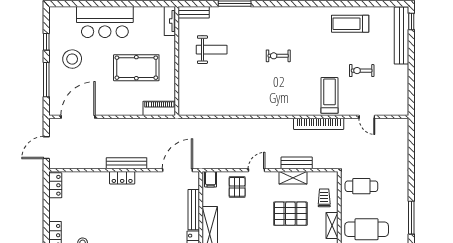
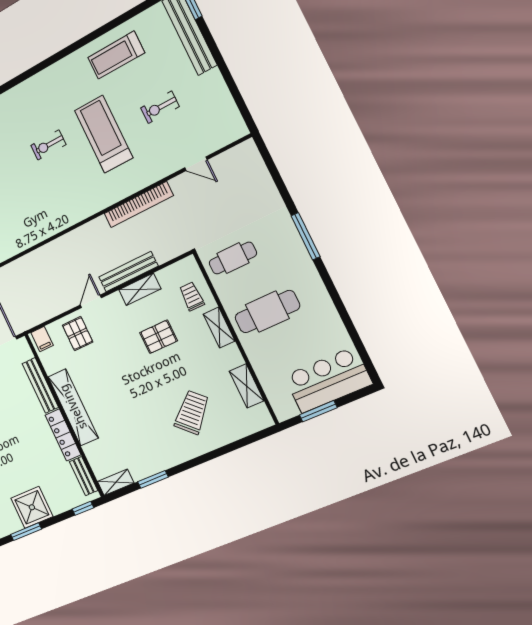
treadmill: (329, 95) -> (104, 134), moved, width x1.37, depth x1.38
bench: (297, 163) -> (128, 272), width x1.36
pallet: (290, 214) -> (159, 337), width x0.67, depth x0.71
window: (411, 218) -> (306, 236), moved

